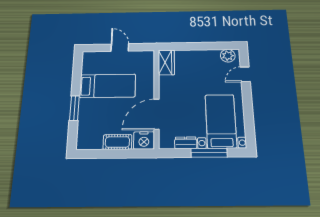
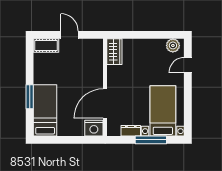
bed: (108, 86) -> (45, 110), moved, turned -90
cot: (117, 142) -> (46, 45), moved

